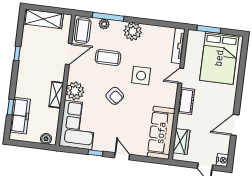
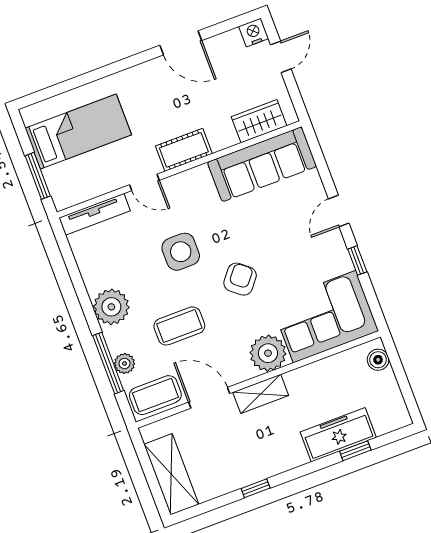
coffee table: (108, 58) -> (179, 326), turned 90
bed: (219, 58) -> (78, 131), width x0.67
shelving: (56, 95) -> (261, 394), moved
freezer: (20, 116) -> (338, 435), moved

